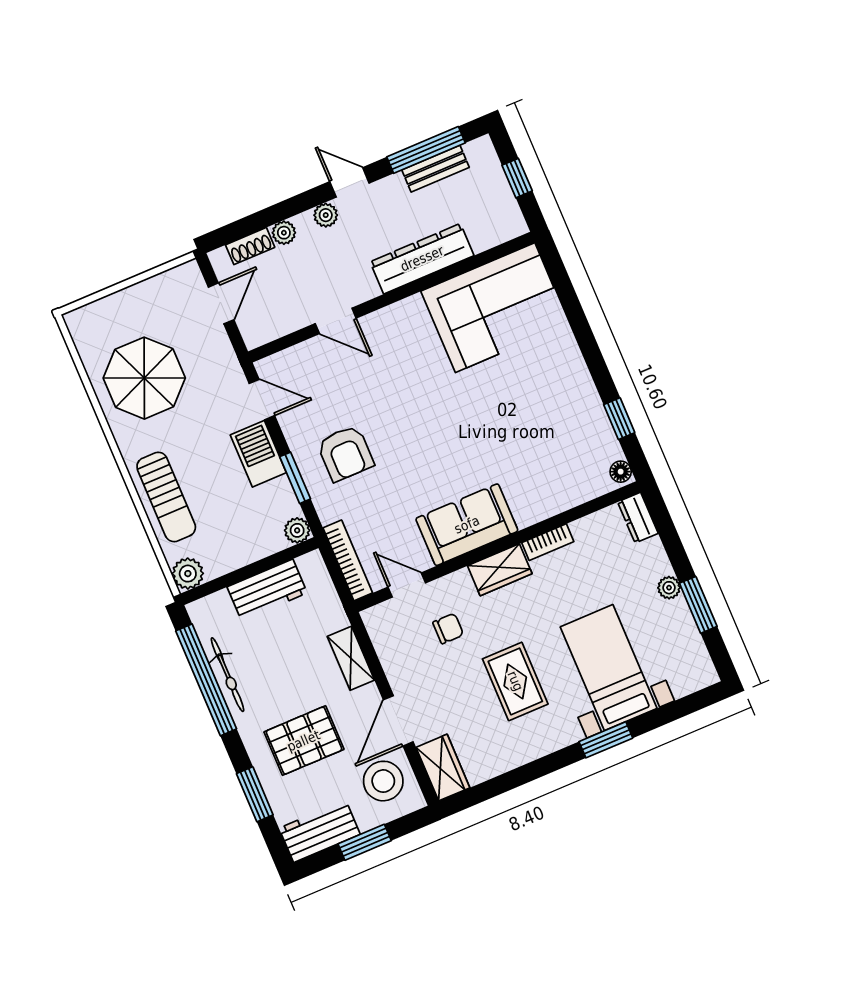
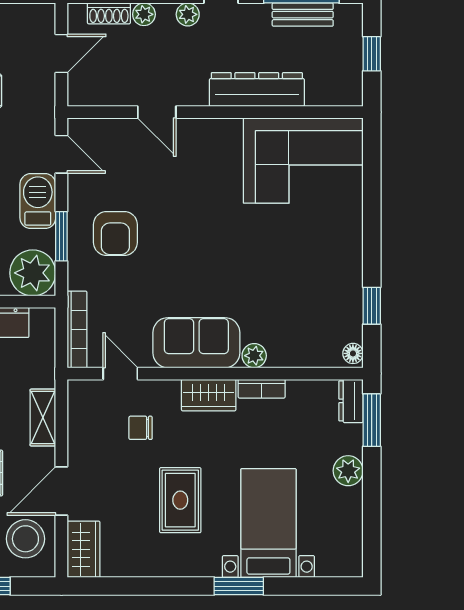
plant: (527, 514) -> (254, 356), added
plant: (297, 530) -> (33, 273), width x1.88, depth x1.88
plant: (669, 588) -> (348, 471), width x1.38, depth x1.38
window: (698, 605) -> (372, 420), moved
chair: (448, 629) -> (141, 428), turned 180

